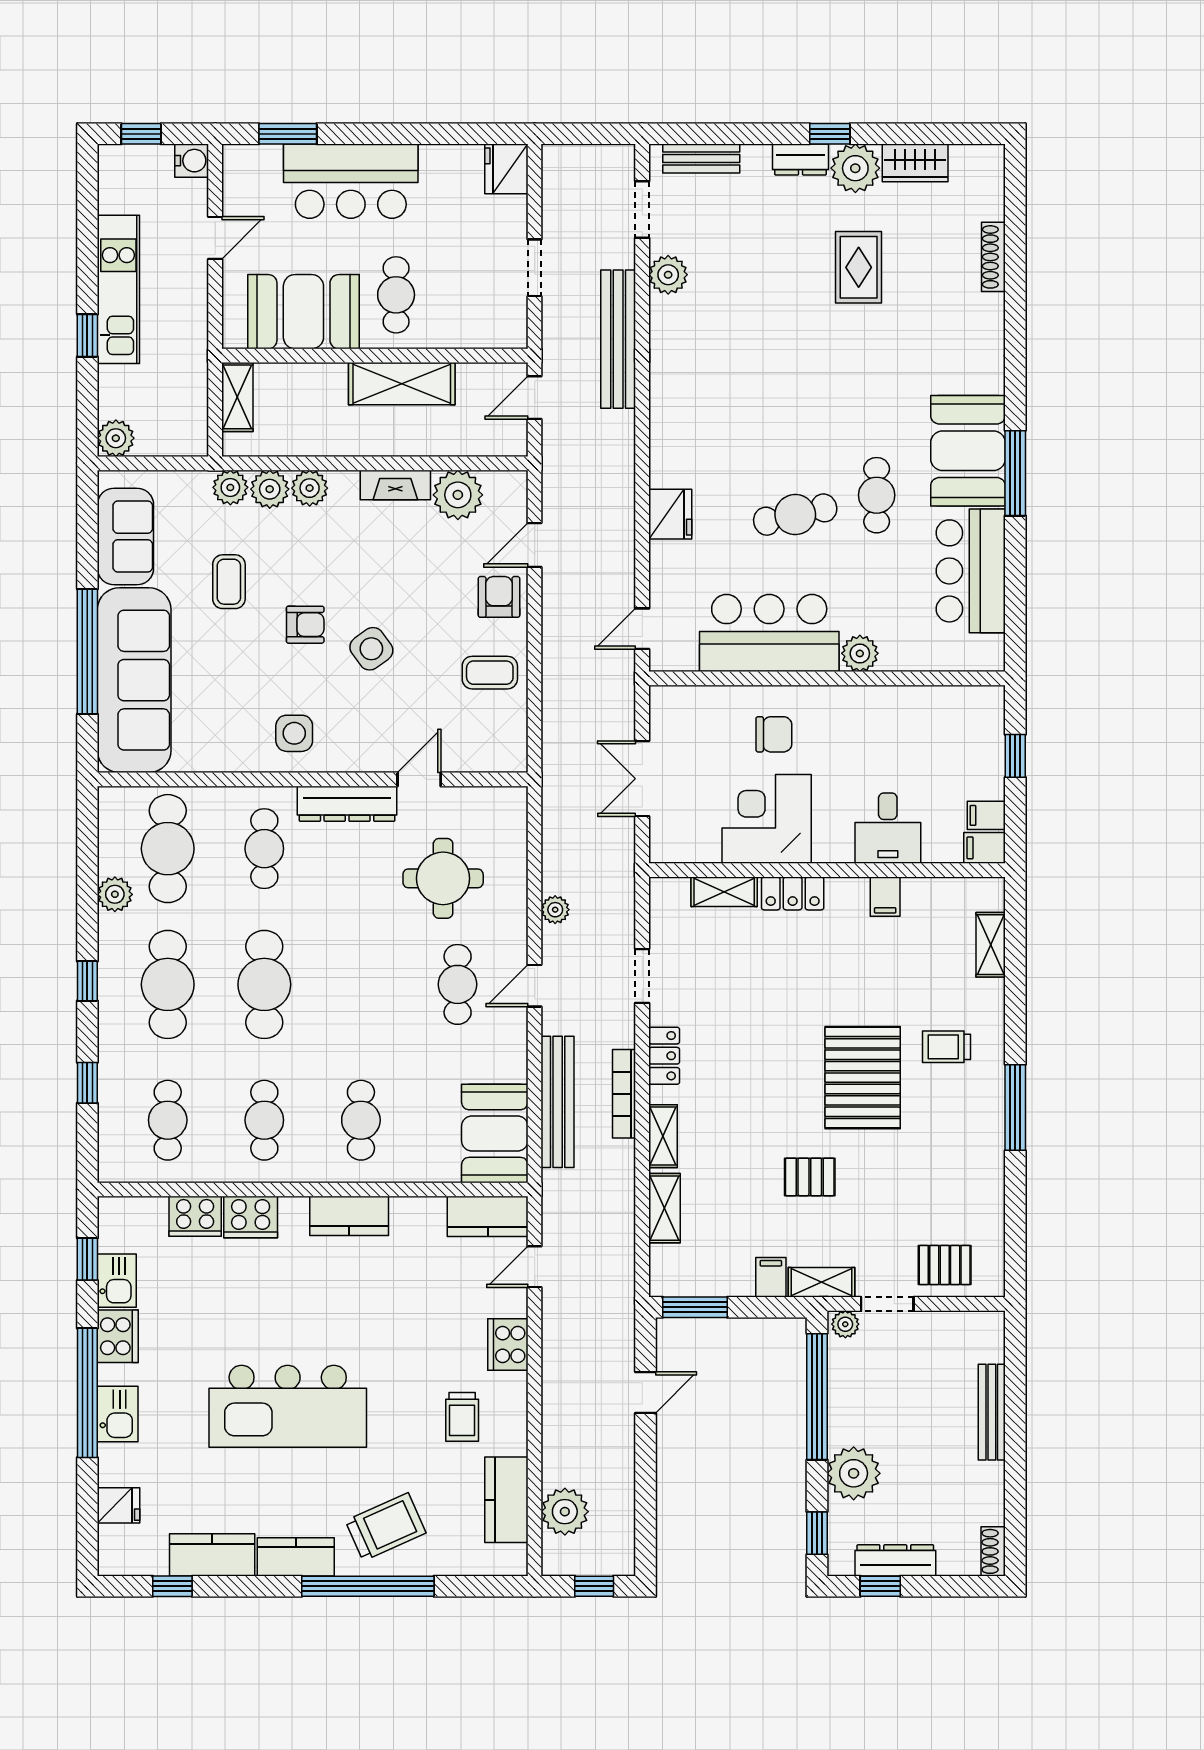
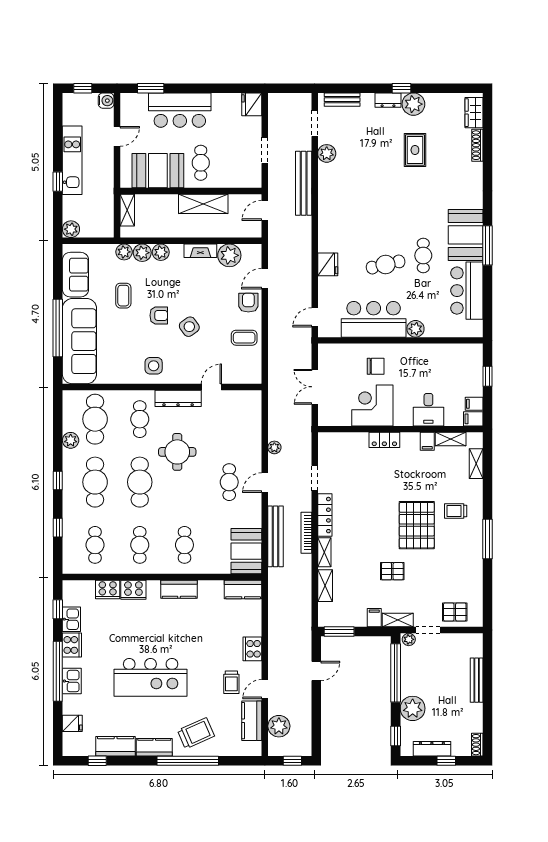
wardrobe: (915, 163) -> (474, 113), moved, turned 90
round table: (443, 878) -> (177, 452), moved
shelving: (724, 892) -> (451, 439), moved
locker: (664, 1056) -> (325, 515), width x1.53
door: (535, 1267) -> (265, 689), moved
window: (880, 1586) -> (446, 761), moved

